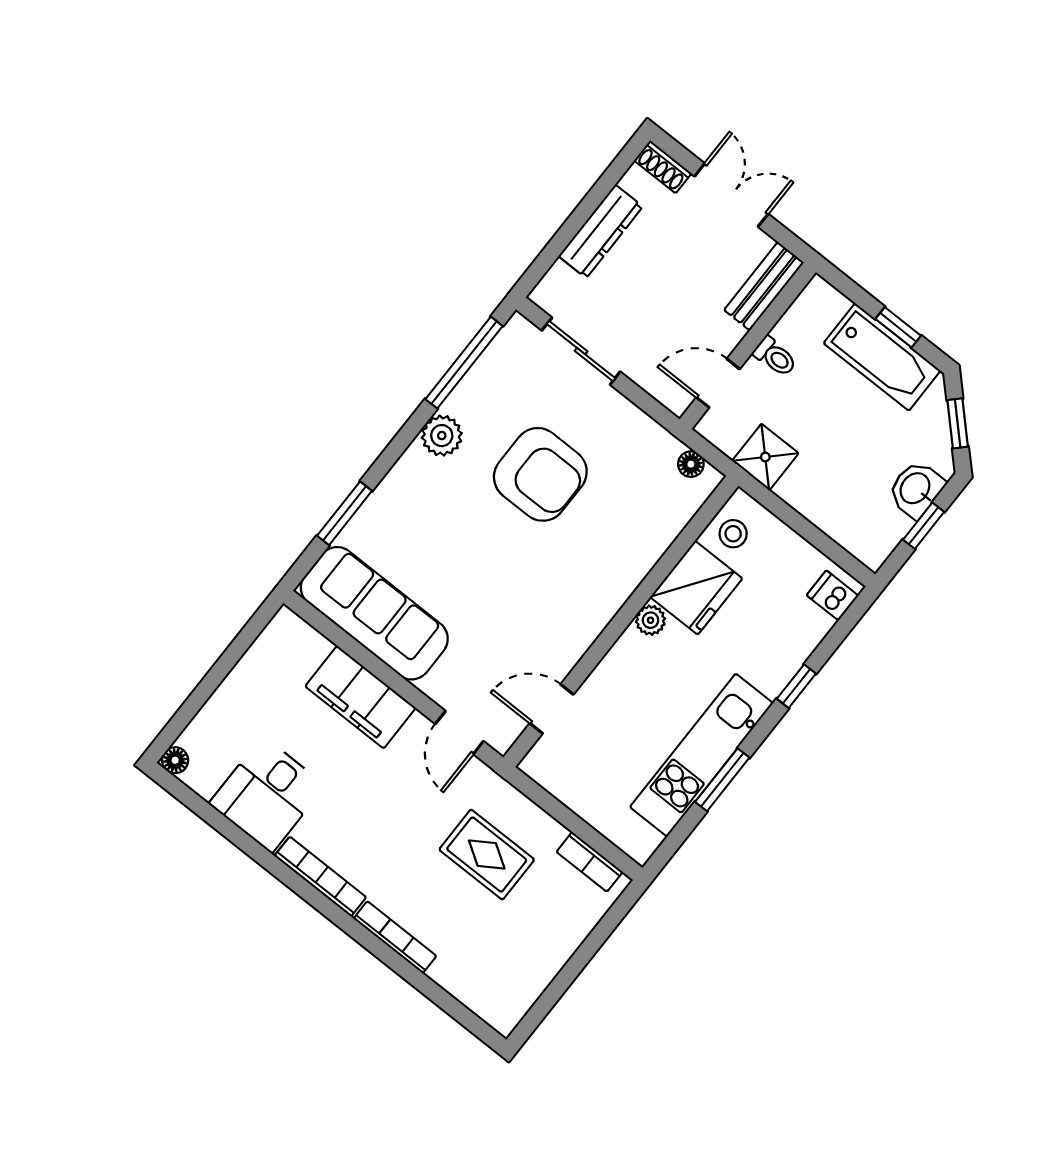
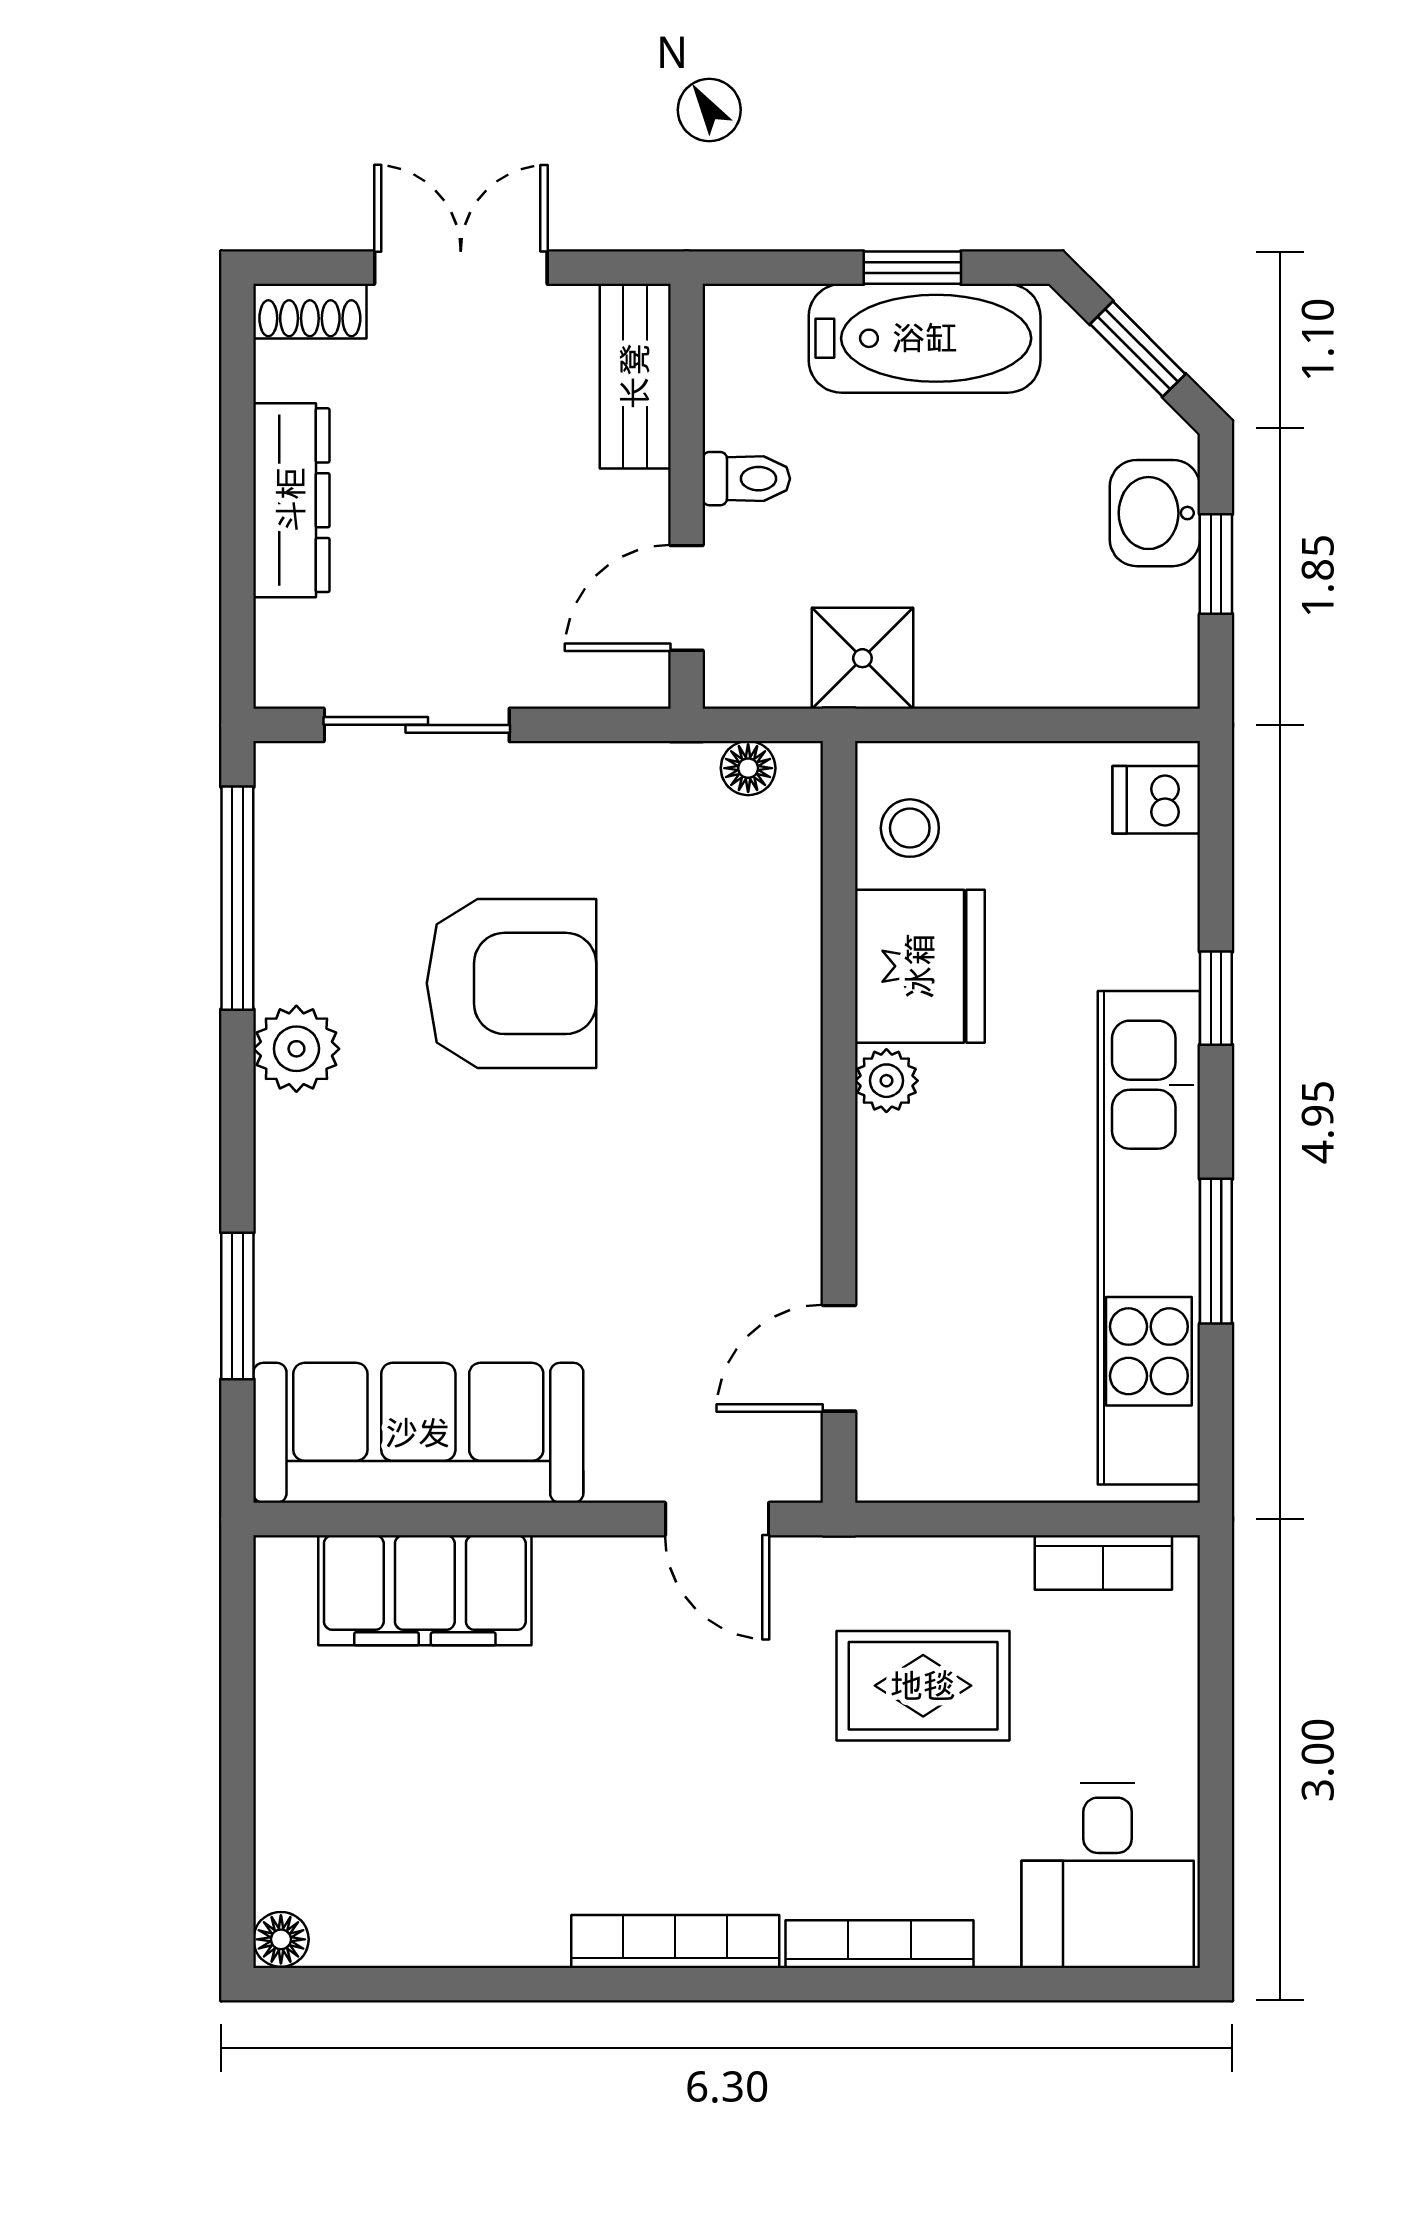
filing cabinet: (361, 697) -> (425, 1590), moved
kitchen unit: (701, 755) -> (1149, 1238), width x1.36
desk: (267, 795) -> (1108, 1875), moved

